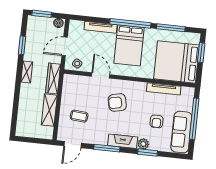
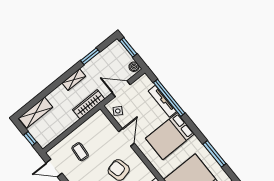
window: (130, 23) -> (169, 98), moved
shelving: (49, 110) -> (36, 113), moved
window: (37, 141) -> (30, 139), added

